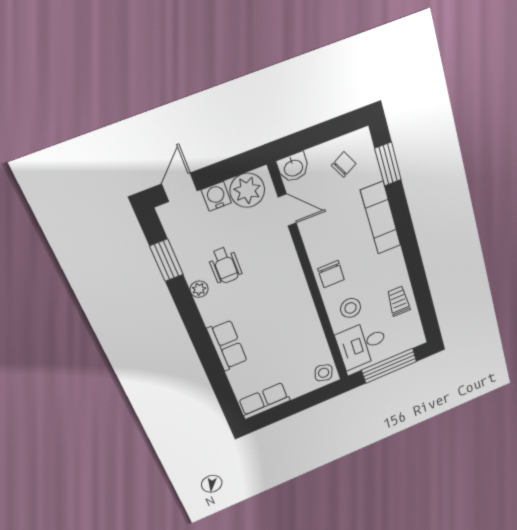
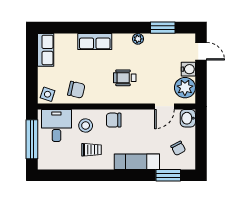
wheelchair: (225, 265) -> (125, 78), moved
trolley: (398, 301) -> (92, 150), moved
chair: (305, 340) -> (76, 90), added

